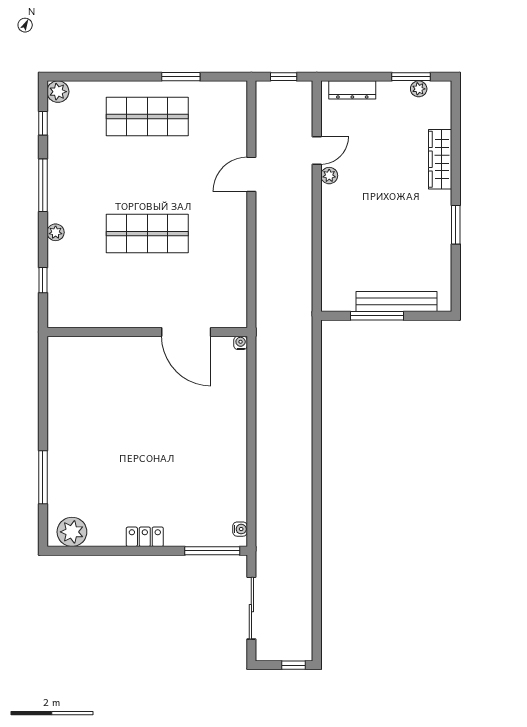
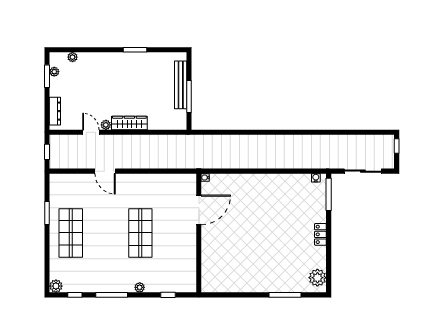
plant: (443, 119) -> (72, 57), added
wardrobe: (440, 159) -> (129, 123), moved, turned 180

